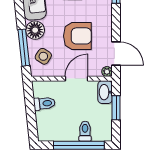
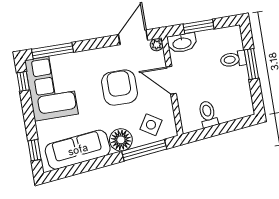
window: (79, 145) -> (251, 64), width x0.47

